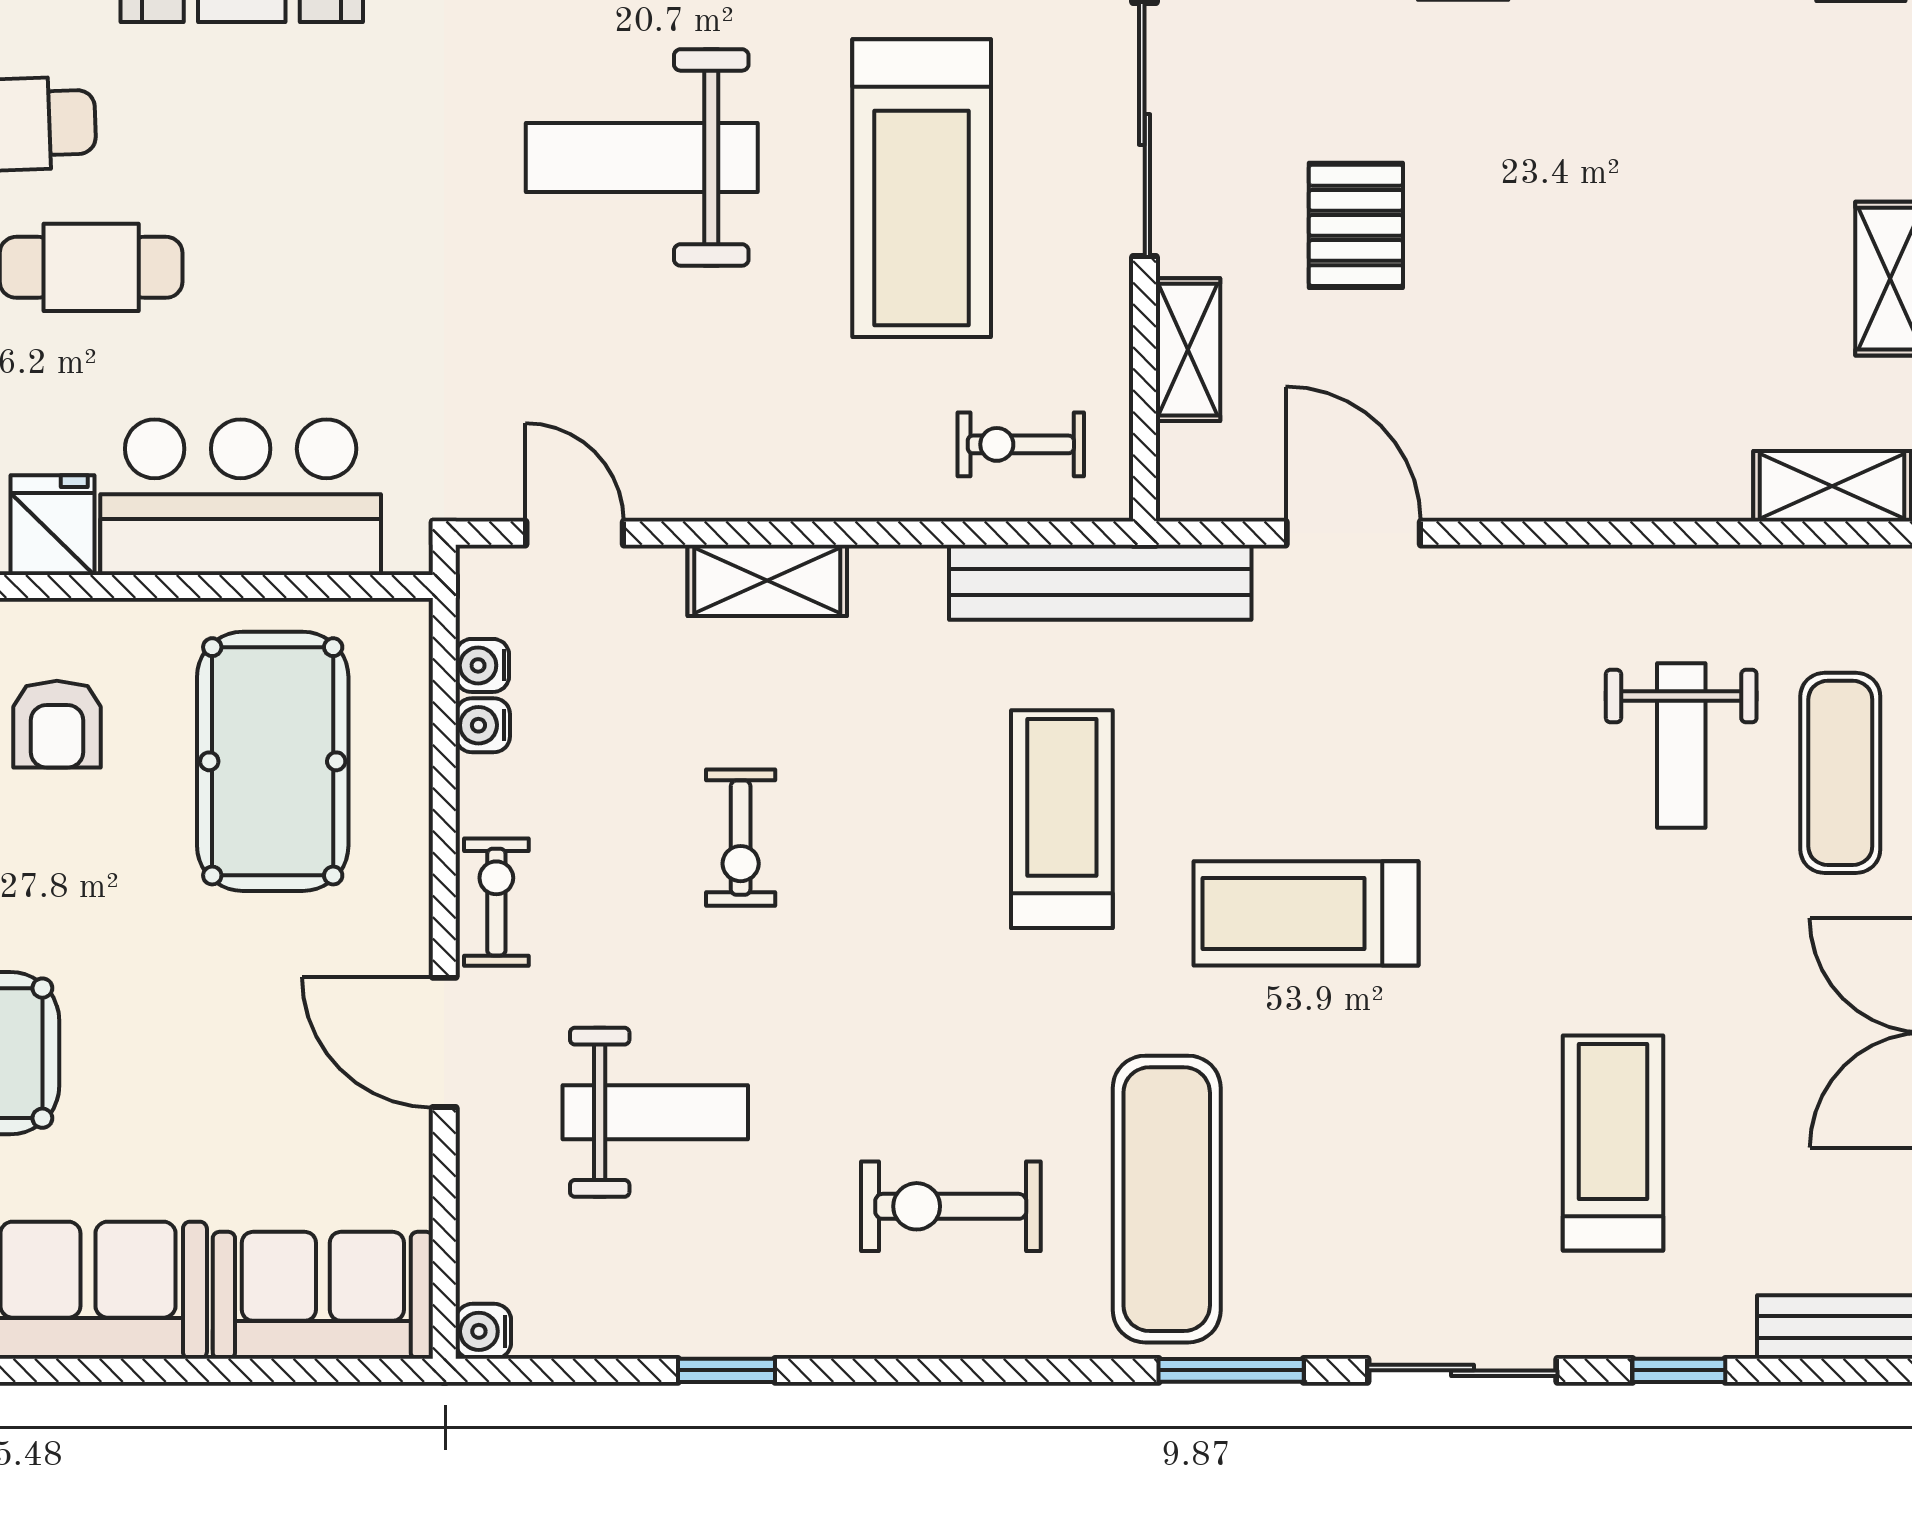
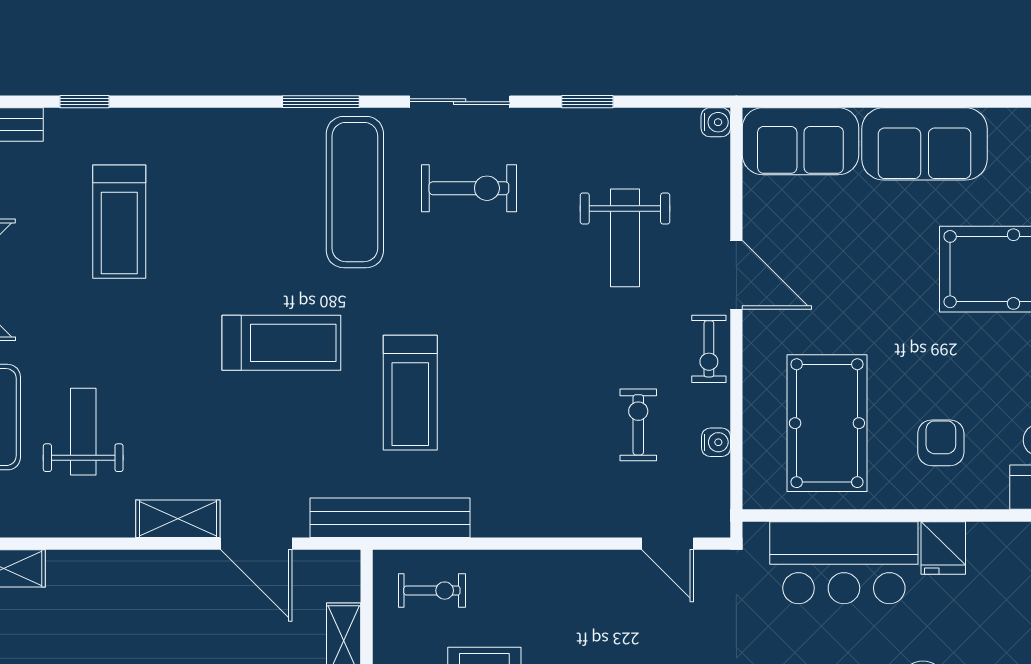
shelving: (767, 580) -> (178, 519), moved
water cooler: (482, 665) -> (716, 474), removed
exercise bike: (741, 838) -> (638, 425), moved
weight bench: (655, 1112) -> (625, 238), turned -90
sliding door: (1462, 1370) -> (460, 102), moved

